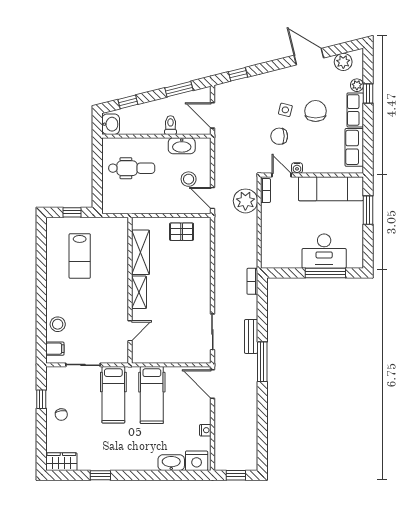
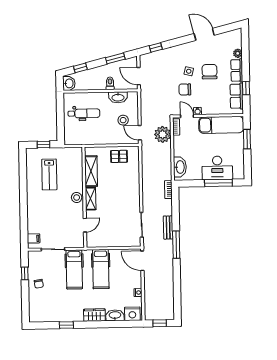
plant: (343, 62) -> (228, 38), removed
window: (368, 94) -> (246, 88), moved
washbasin: (270, 249) -> (180, 167), added
stool: (58, 324) -> (77, 197), moved
wardrobe: (61, 462) -> (94, 315), moved

